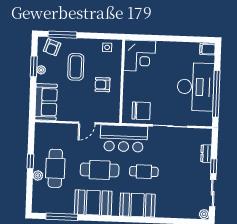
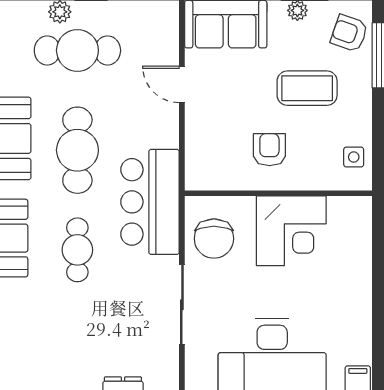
corner desk: (140, 56) -> (291, 231), moved, turned -90
door: (87, 123) -> (182, 84), moved

